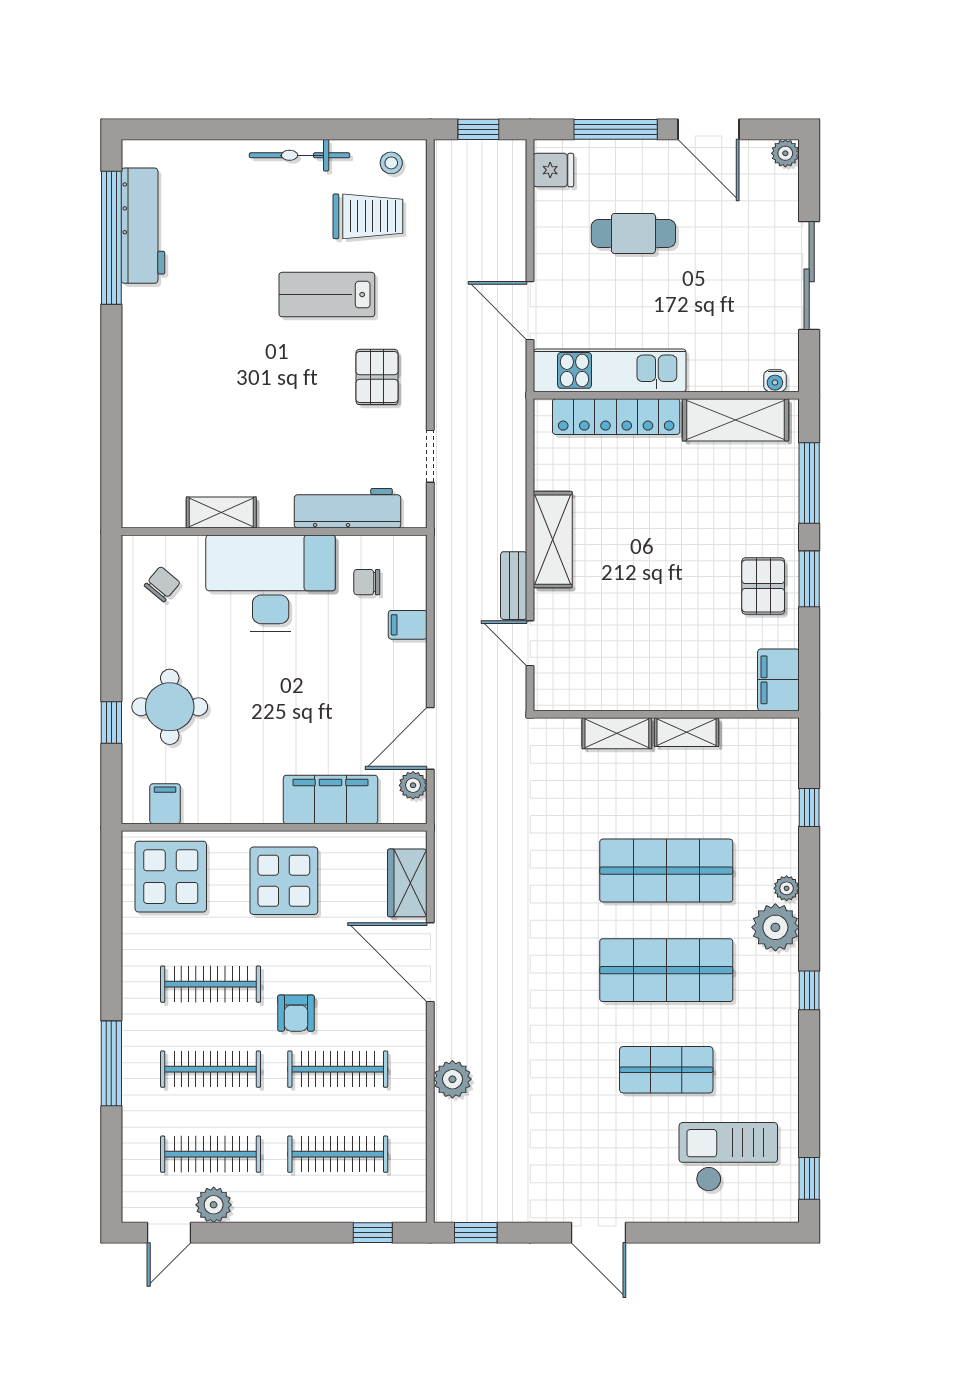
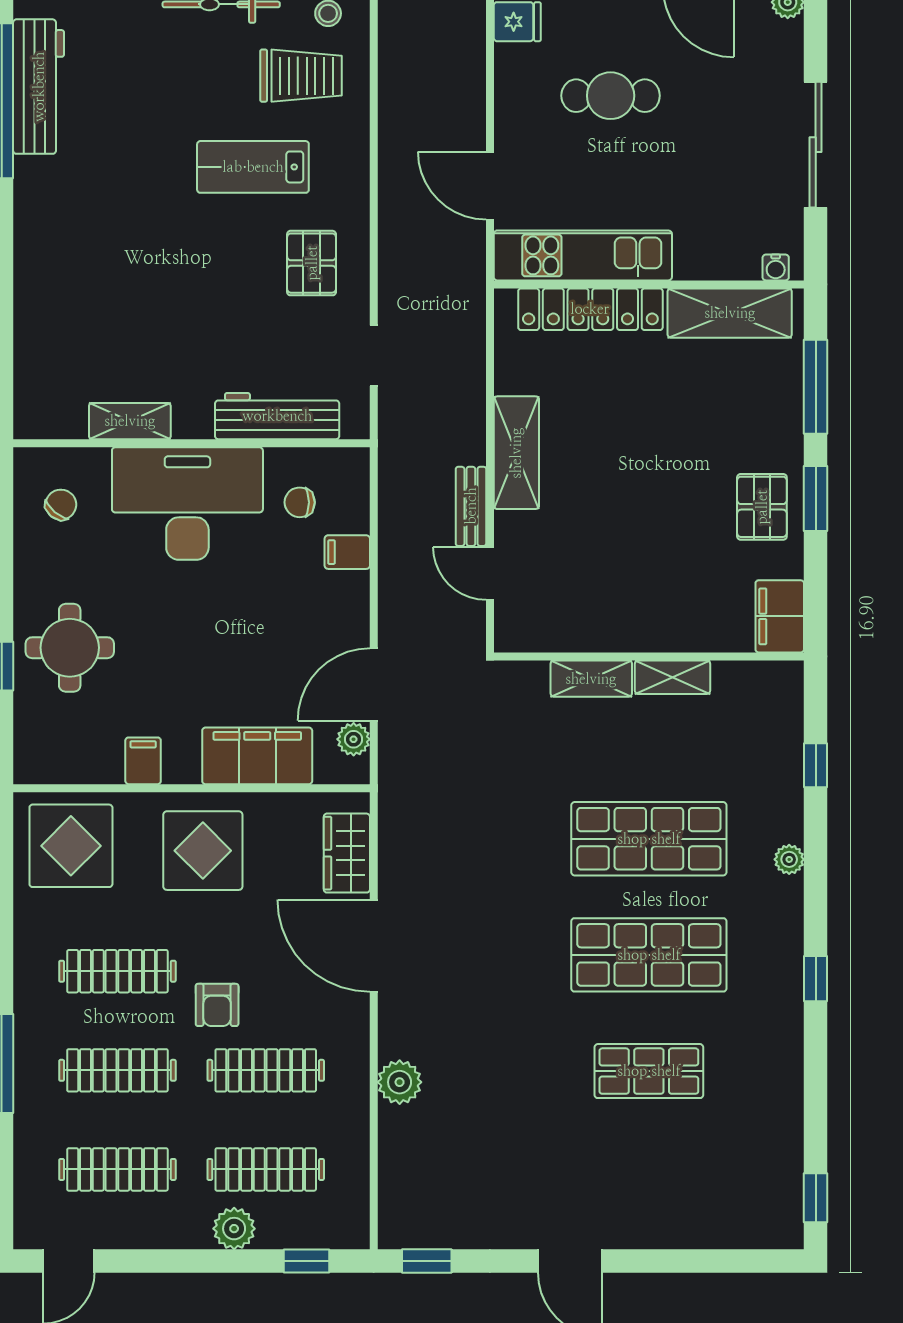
filing cabinet: (165, 804) -> (143, 761), moved
plant: (775, 927) -> (776, 905), removed
checkout: (728, 1157) -> (721, 1173), removed
plant: (214, 1205) -> (234, 1229), moved

